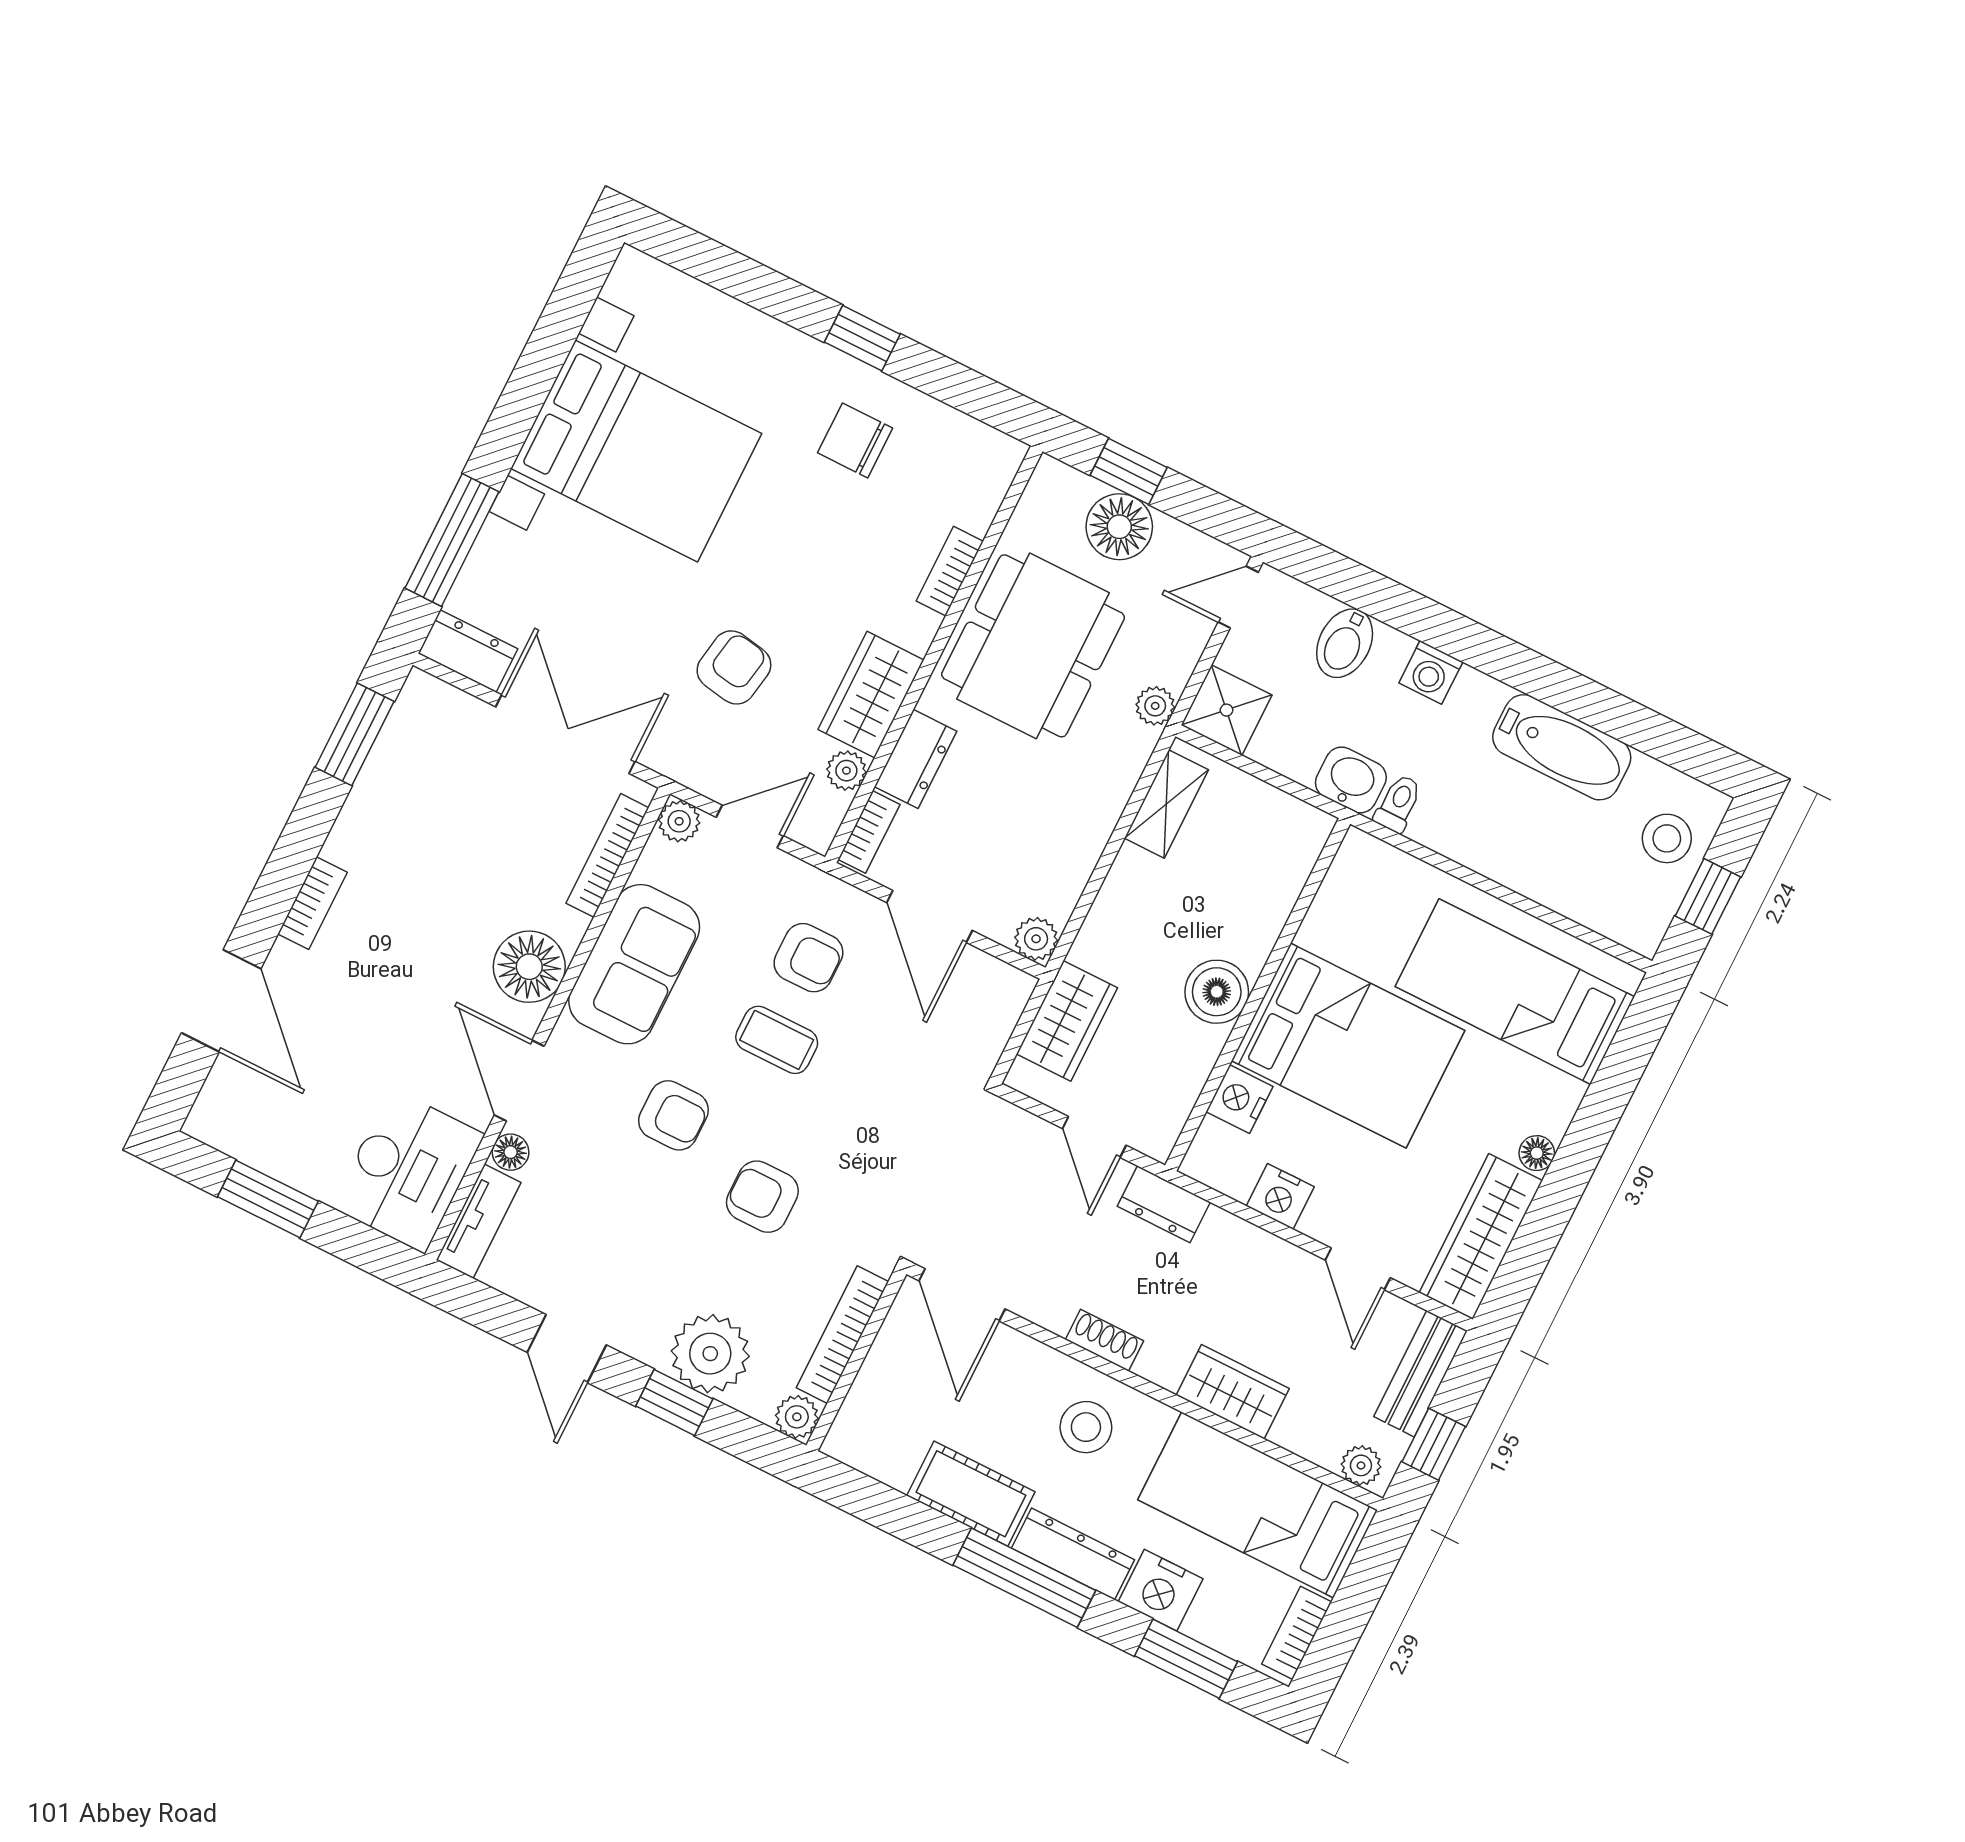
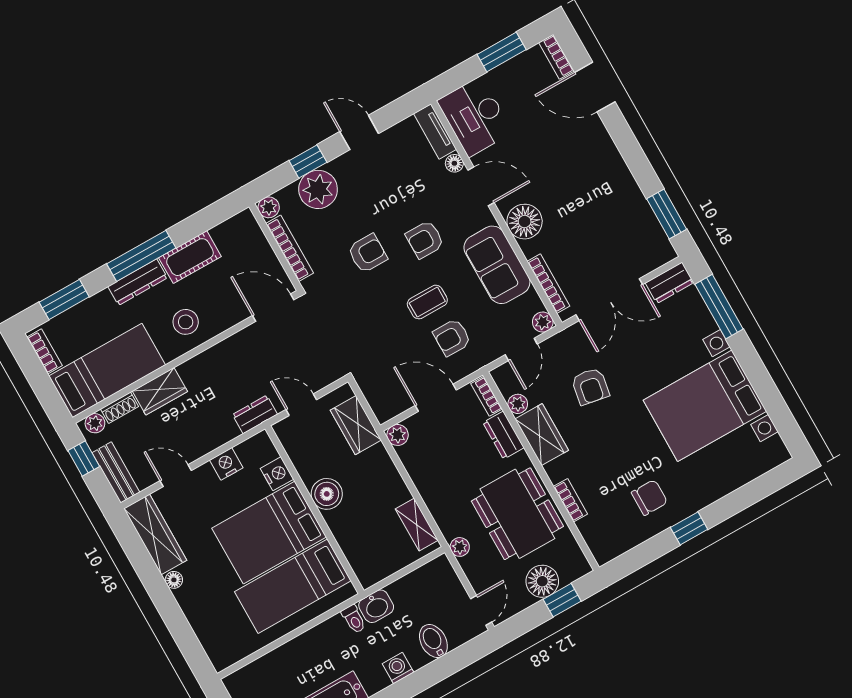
shower: (1227, 710) -> (438, 575), removed
bookcase: (312, 903) -> (556, 57), moved
bed: (1515, 992) -> (293, 586), moved, turned 180
shoe rack: (1105, 1340) -> (120, 408), moved
nightstand: (1161, 1590) -> (99, 308), removed

